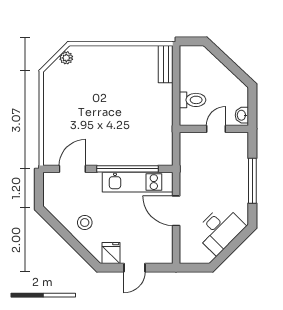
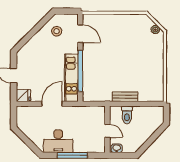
bench: (166, 64) -> (125, 97), moved
stool: (85, 223) -> (57, 31), moved
desk: (220, 229) -> (58, 141), moved, turned -45
fridge: (111, 253) -> (23, 96), moved

